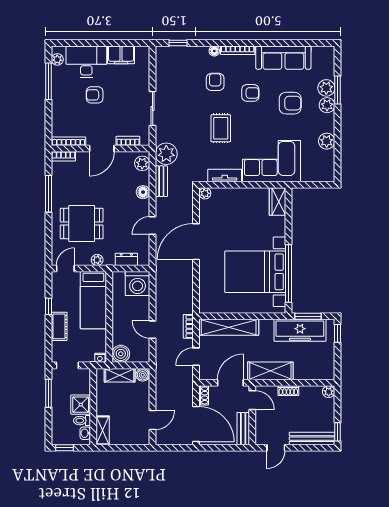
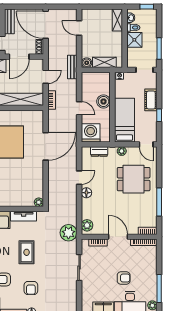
door: (102, 149) -> (118, 237), hinge flipped
bench: (161, 181) -> (72, 67), moved
floor lamp: (143, 192) -> (86, 193), moved
door: (196, 242) -> (46, 146), moved
door: (65, 269) -> (146, 144), hinge flipped
door: (153, 330) -> (79, 108), moved
boiler: (121, 354) -> (103, 101), moved
door: (153, 420) -> (79, 28), hinge flipped

